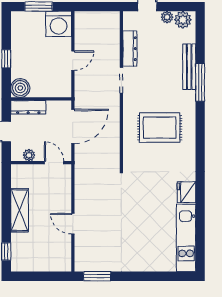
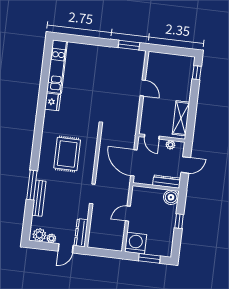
dresser: (130, 49) -> (81, 233), moved
door: (73, 126) -> (134, 163), hinge flipped
rug: (160, 128) -> (67, 154), turned 90
shelving: (20, 210) -> (181, 118), moved

